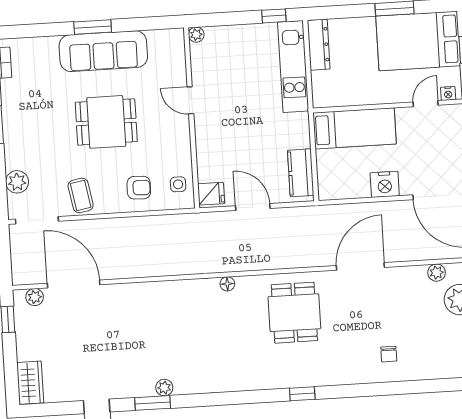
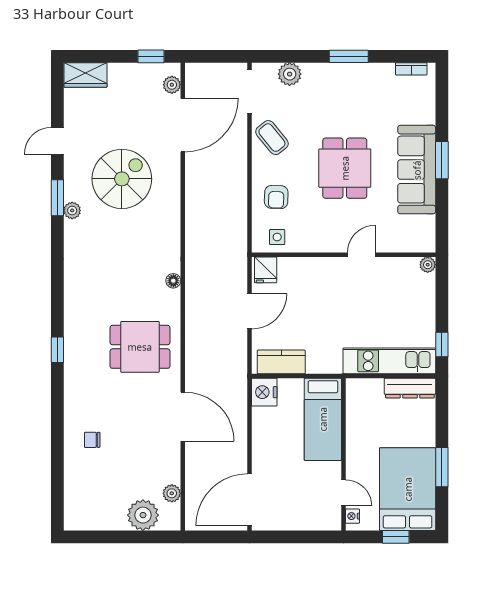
nightstand: (385, 184) -> (264, 392), moved
coffee table: (81, 195) -> (272, 138), turned 61
spiral stairs: (130, 341) -> (122, 179), added

